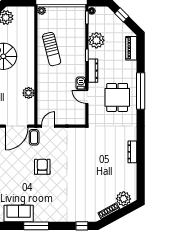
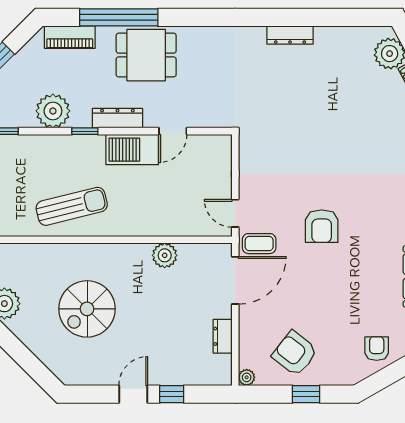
barbecue: (81, 83) -> (132, 150), width x1.88, depth x1.53
window: (141, 91) -> (119, 17), moved
dining table: (117, 97) -> (146, 55), moved
door: (17, 126) -> (235, 280), hinge flipped
armchair: (42, 167) -> (322, 226), turned -90

